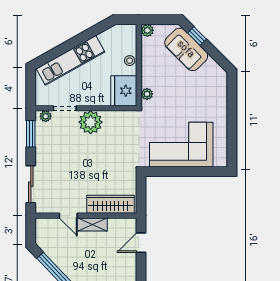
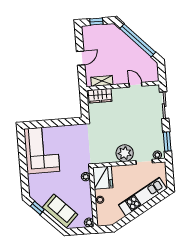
window: (197, 36) -> (37, 208), moved
corner sofa: (181, 145) -> (42, 150), moved, turned -90
wardrobe: (111, 204) -> (100, 96), width x0.67
shelving: (92, 224) -> (102, 81), moved
door: (141, 243) -> (81, 58), moved

